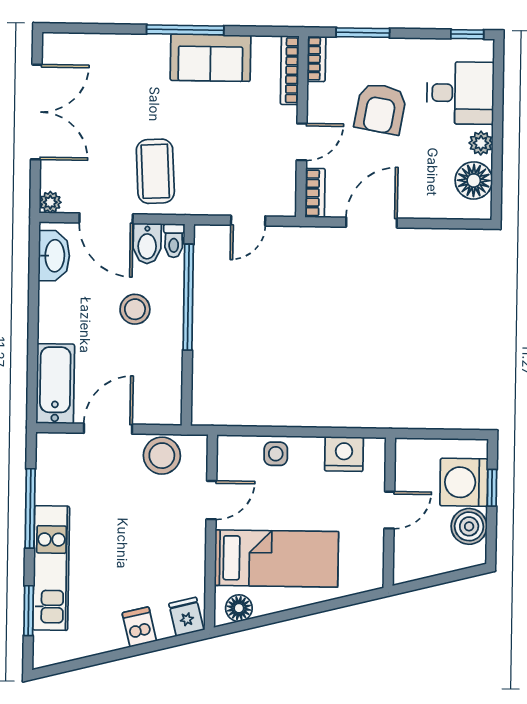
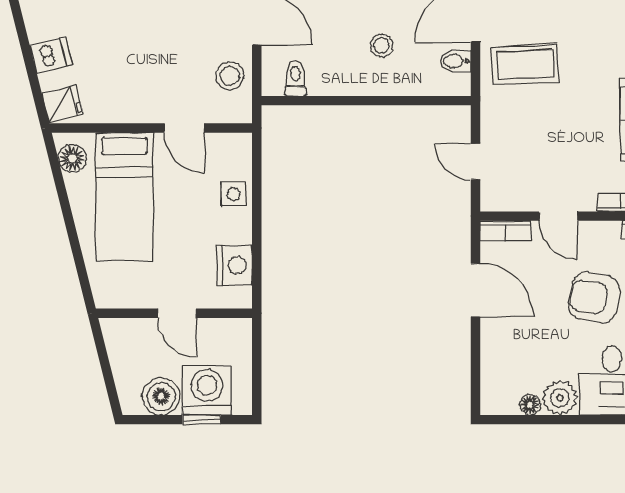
plant: (481, 143) -> (560, 398), width x1.38, depth x1.38
floor lamp: (474, 180) -> (530, 405), width x0.53, depth x0.53
toilet: (174, 241) -> (295, 79), moved, turned 90
bidet: (147, 244) -> (456, 61), width x0.72, depth x0.74
window: (188, 297) -> (395, 101), removed
stool: (135, 309) -> (381, 45), width x0.73, depth x0.73
stool: (162, 456) -> (230, 76), width x0.73, depth x0.73

